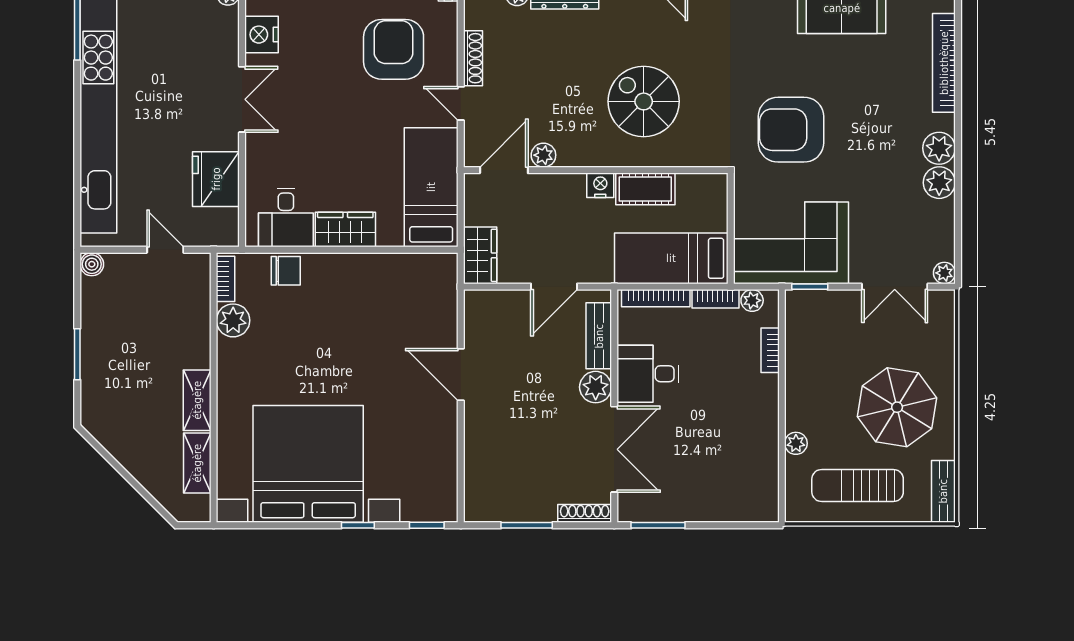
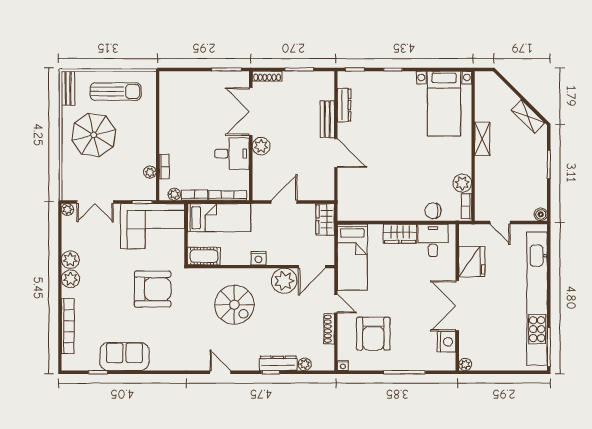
double door: (242, 99) -> (457, 306), width x1.37
plant: (543, 155) -> (284, 281), width x1.87, depth x1.87
cot: (645, 189) -> (204, 256), moved
double door: (895, 287) -> (95, 202), swing flipped
bench: (599, 336) -> (327, 119), moved
plant: (796, 443) -> (150, 172), moved
dresser: (446, 461) -> (344, 105), added
shelving: (197, 463) -> (528, 116), moved, turned -45
bed with nightstands: (308, 464) -> (444, 104), width x0.54

